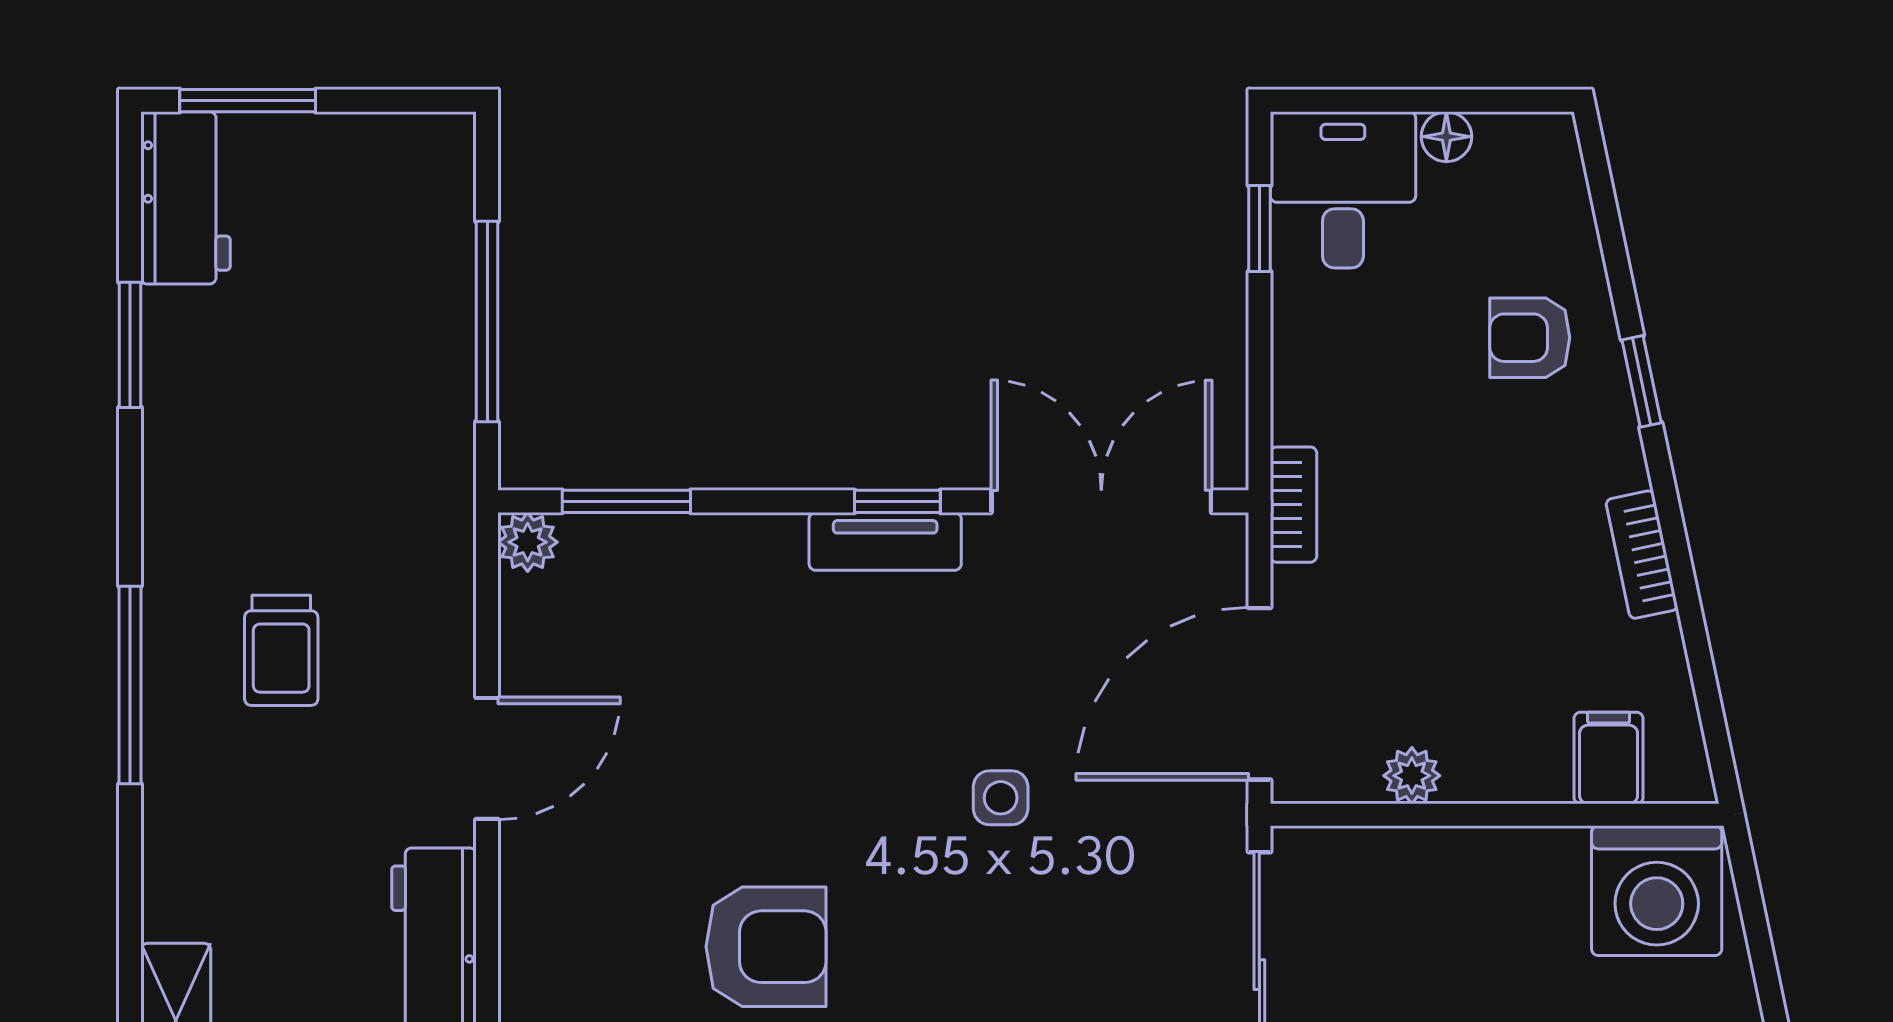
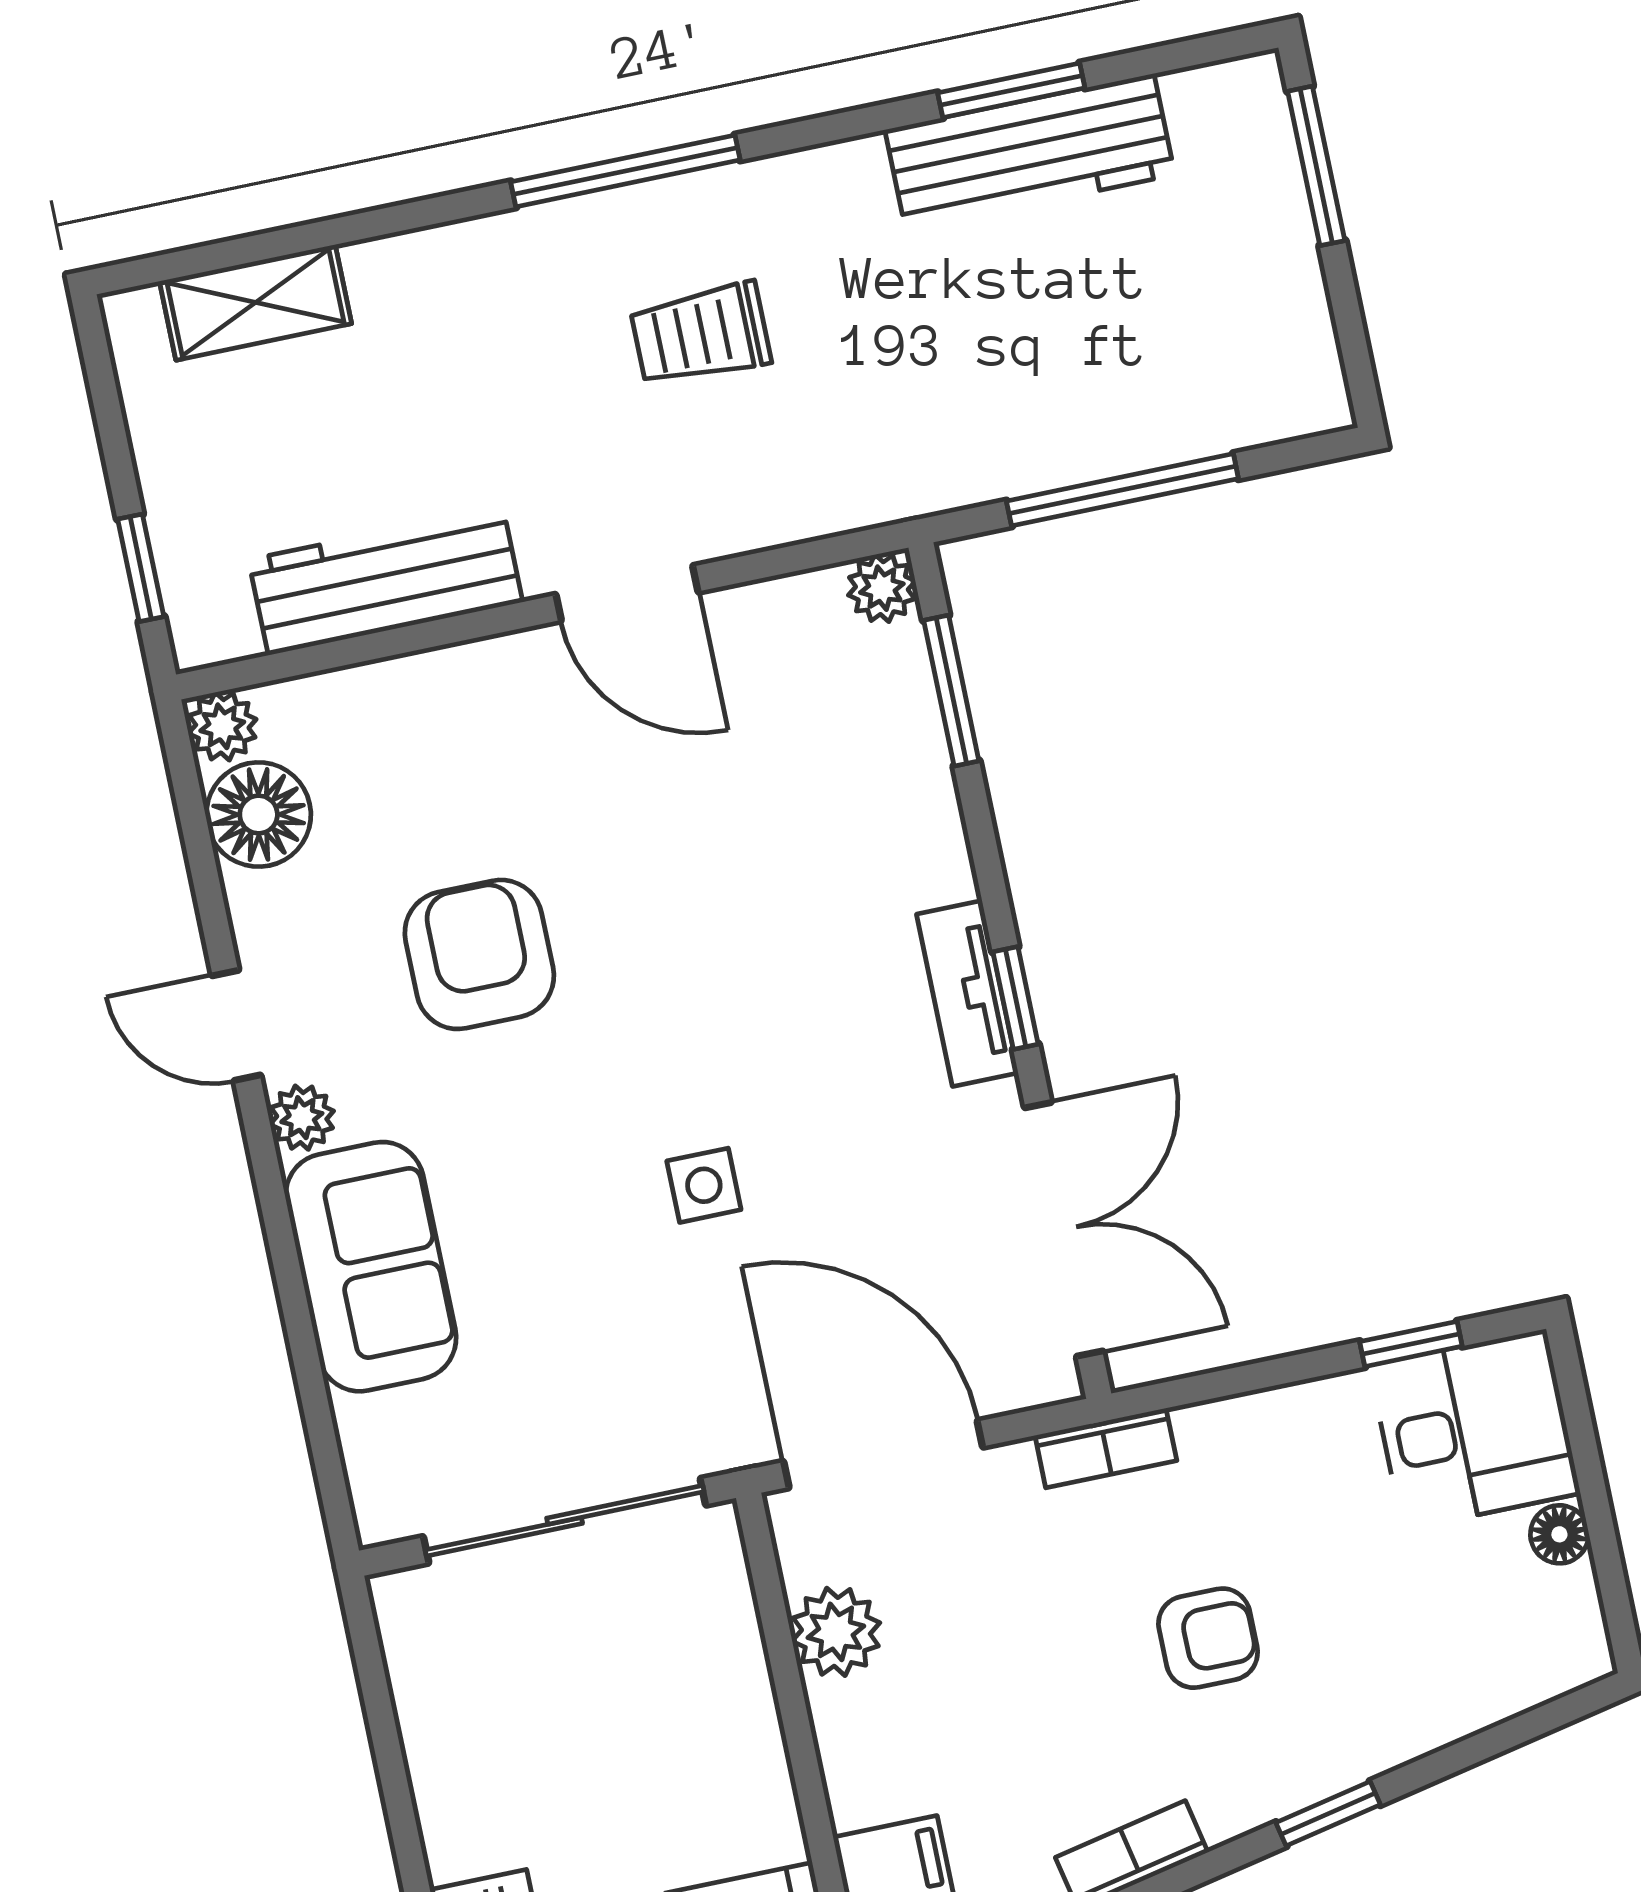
workbench: (186, 198) -> (1030, 152), moved, width x1.38
armchair: (1530, 338) -> (1208, 1638), moved, turned 90
plant: (1412, 776) -> (836, 1632), width x1.38, depth x1.38
armchair: (766, 947) -> (479, 954), turned 180

